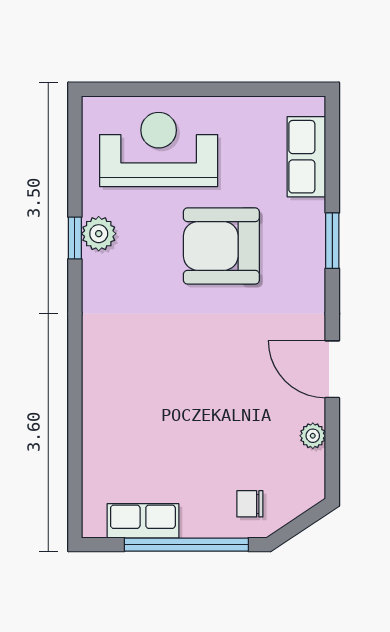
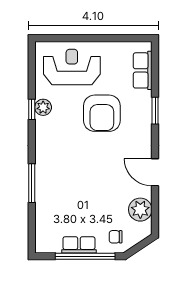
armchair: (221, 246) -> (102, 113), turned -90
window: (75, 392) -> (32, 183), added
plant: (313, 436) -> (140, 210), width x1.88, depth x1.88
row of seats: (143, 521) -> (79, 245), moved

